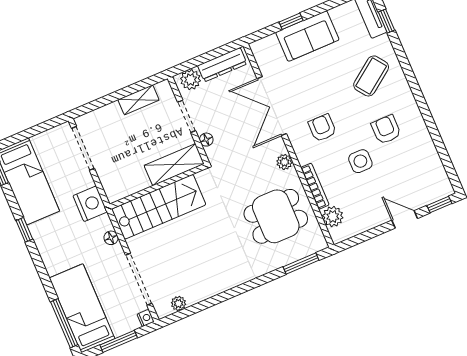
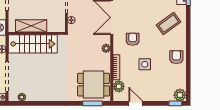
armchair: (386, 130) -> (176, 57), moved
shelving: (174, 165) -> (31, 26), moved
plant: (441, 187) -> (180, 95), added
dining table: (276, 216) -> (94, 85), moved
door: (405, 219) -> (136, 103), moved

